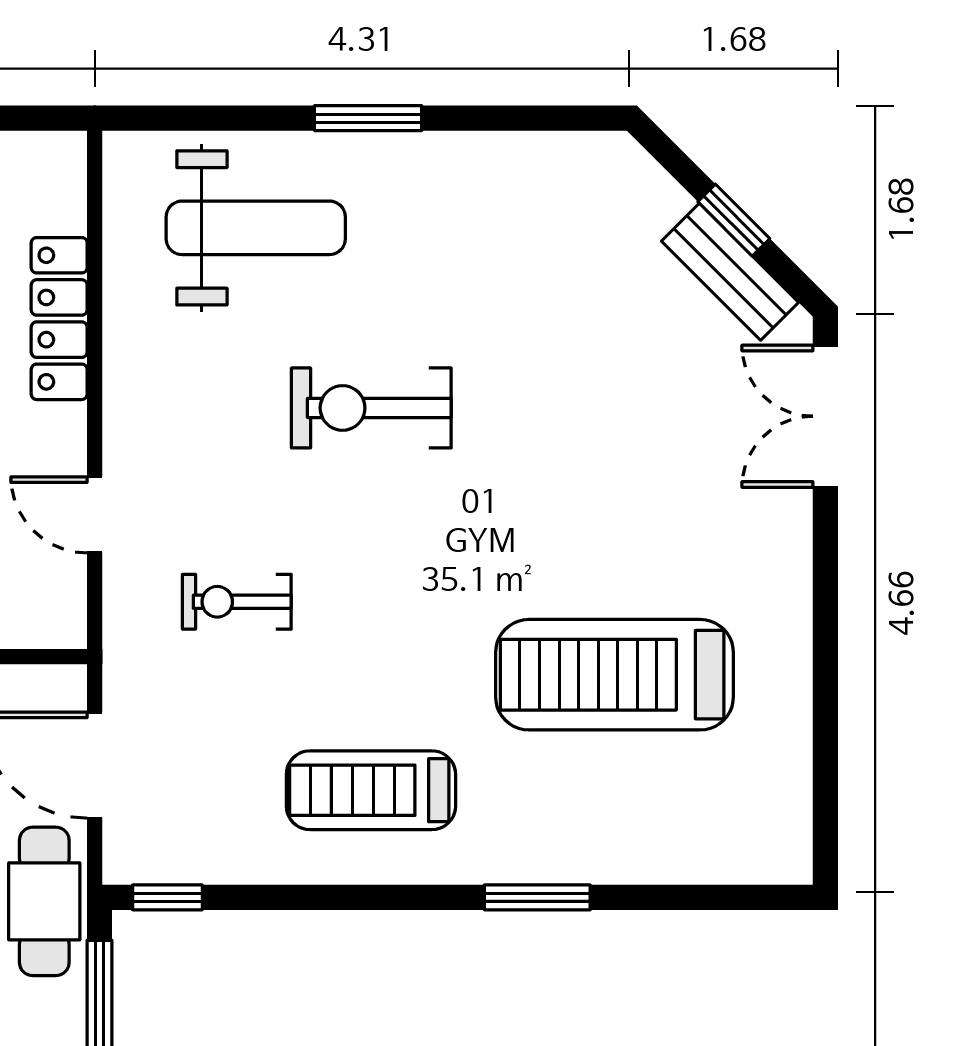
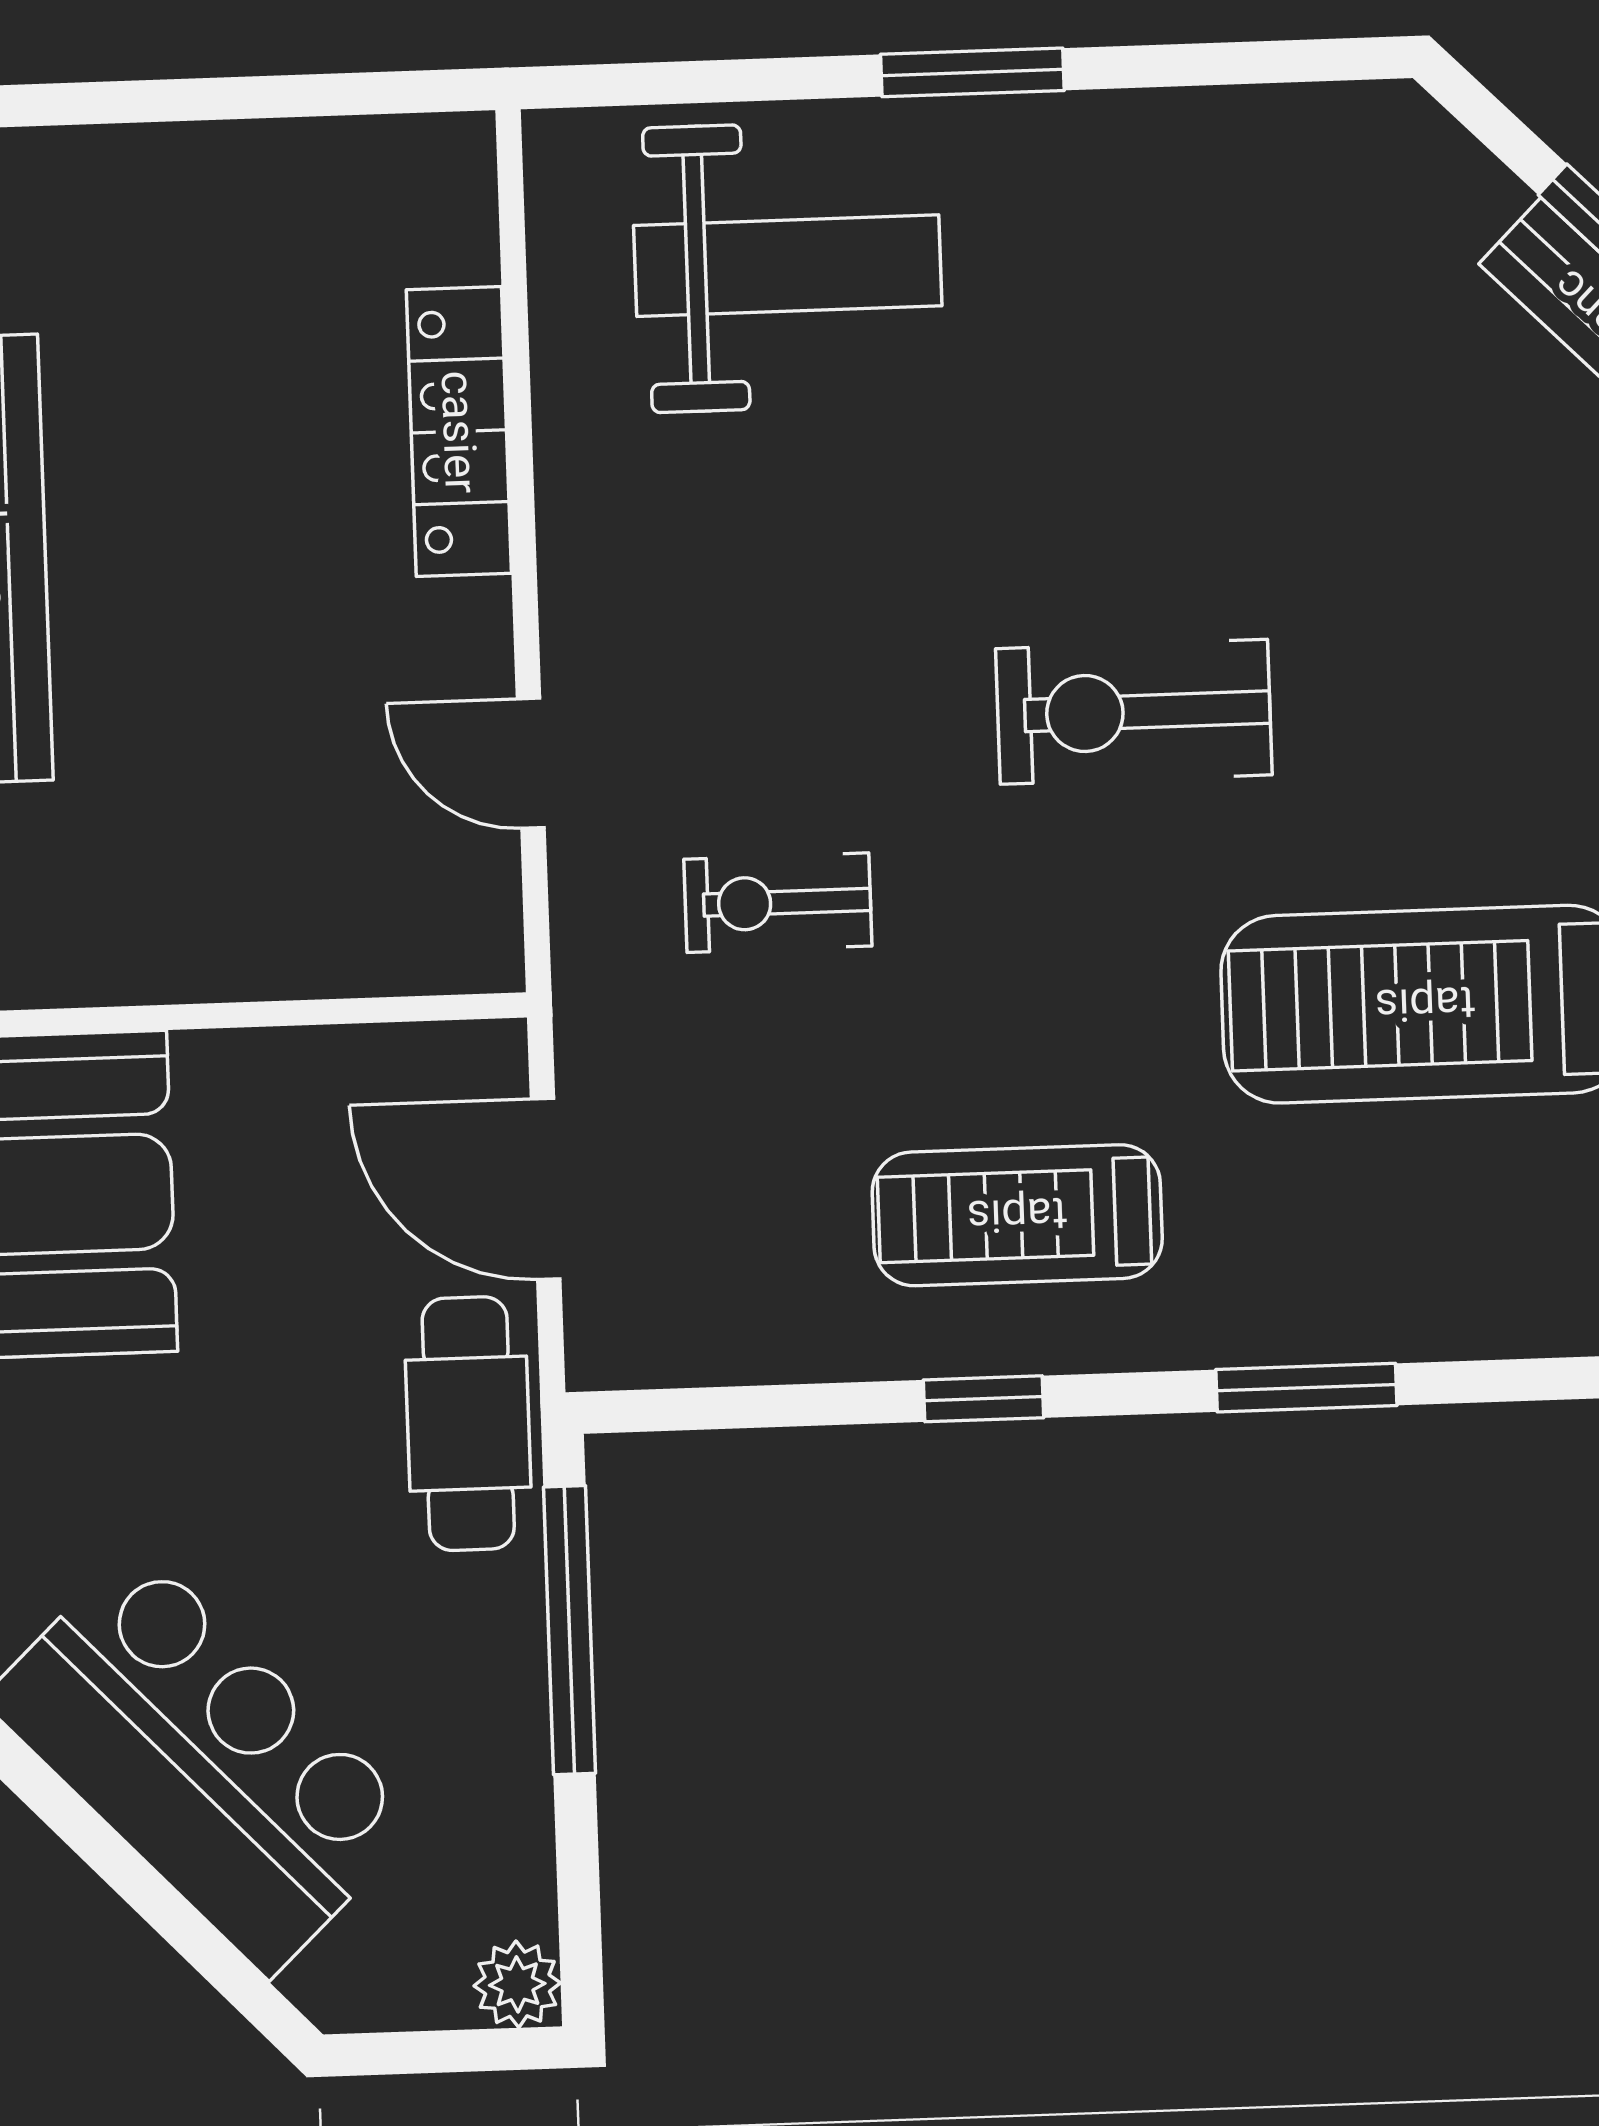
exercise bike: (371, 408) -> (1134, 712), moved
window: (167, 897) -> (984, 1399), moved

